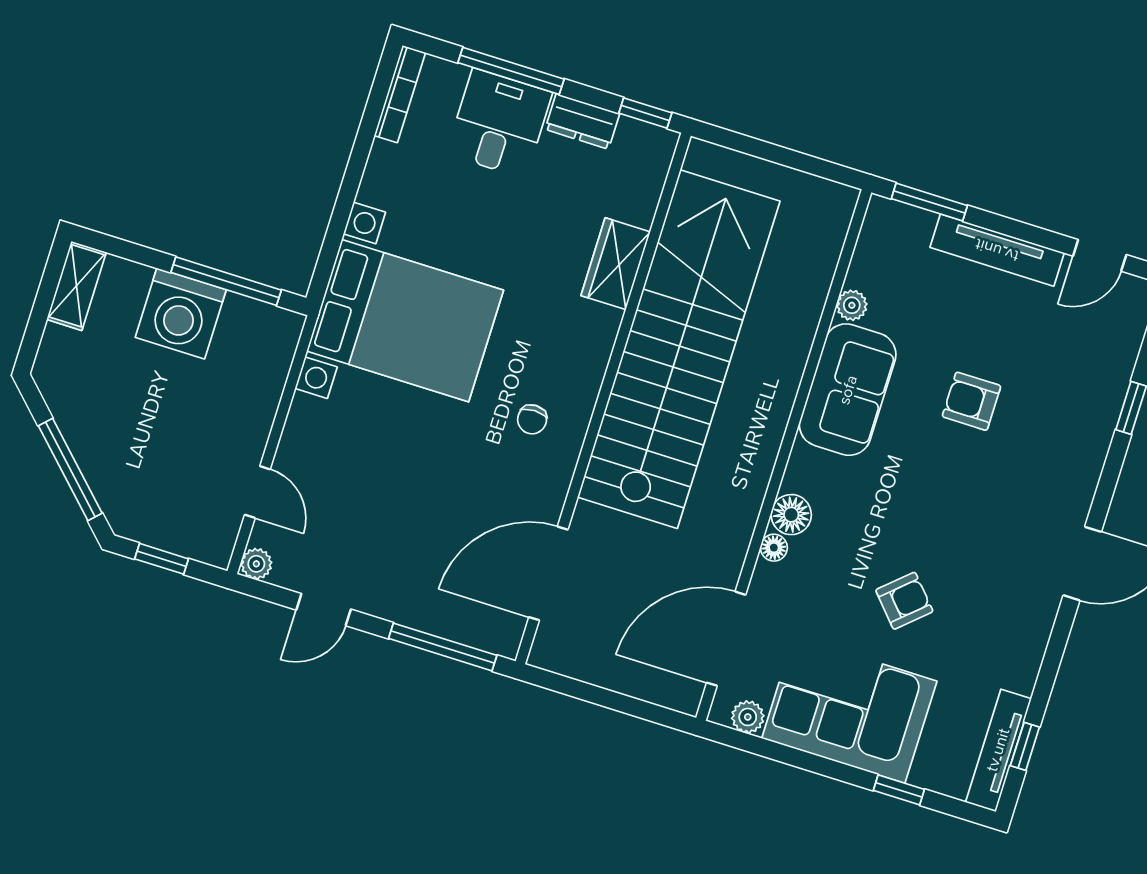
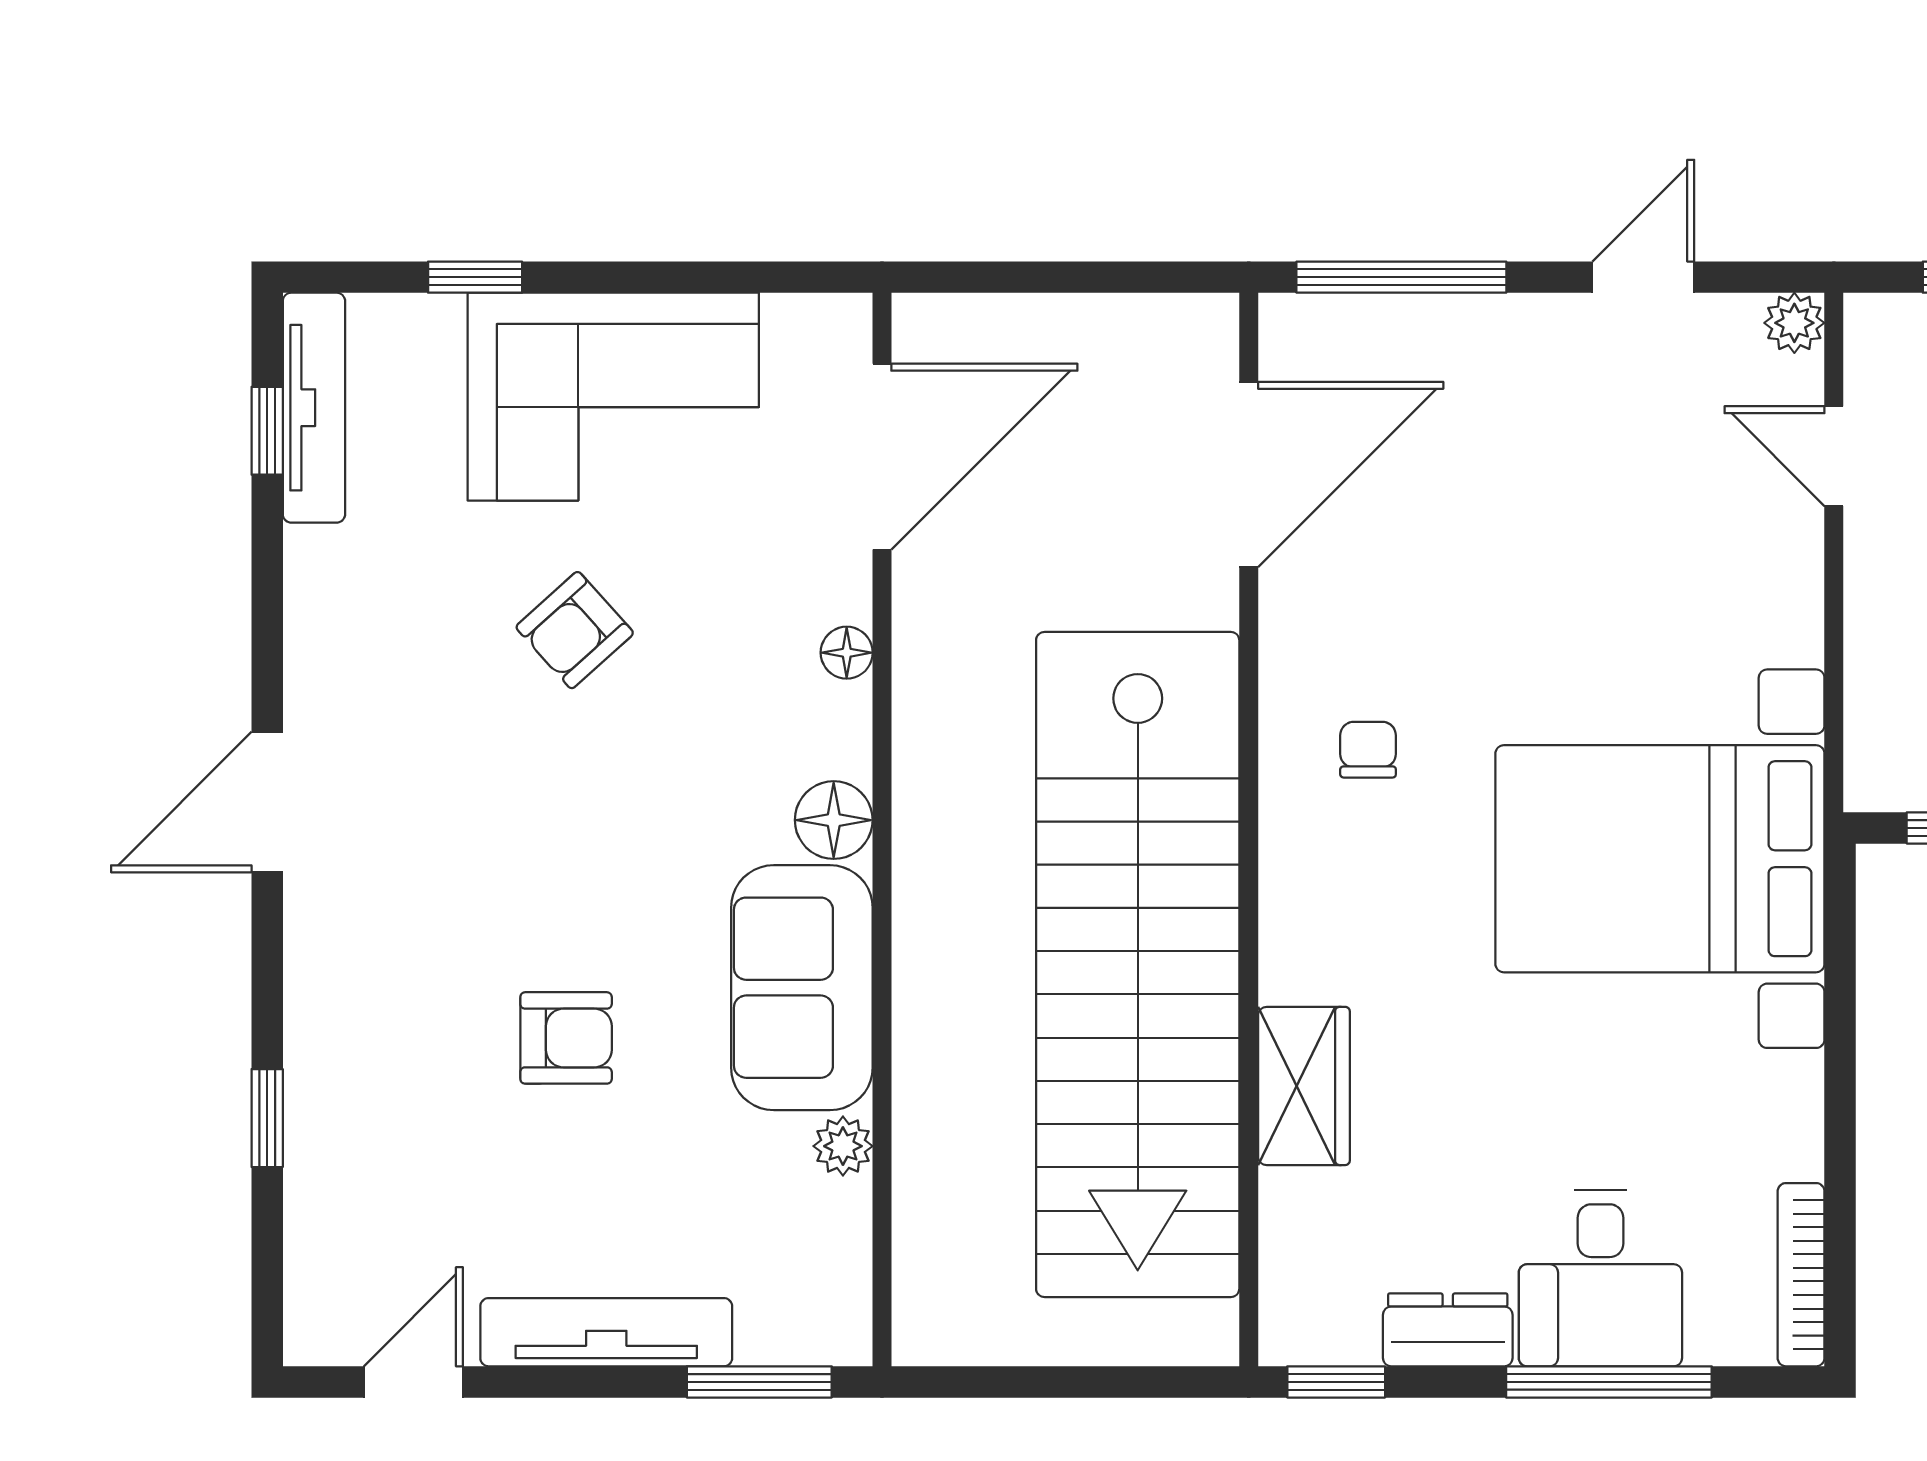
floor lamp: (791, 515) -> (834, 820), moved
plant: (748, 717) -> (797, 324), removed

